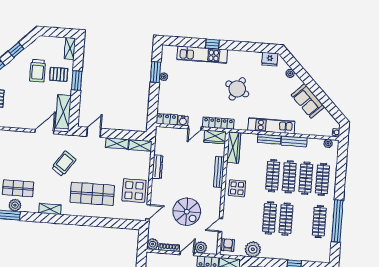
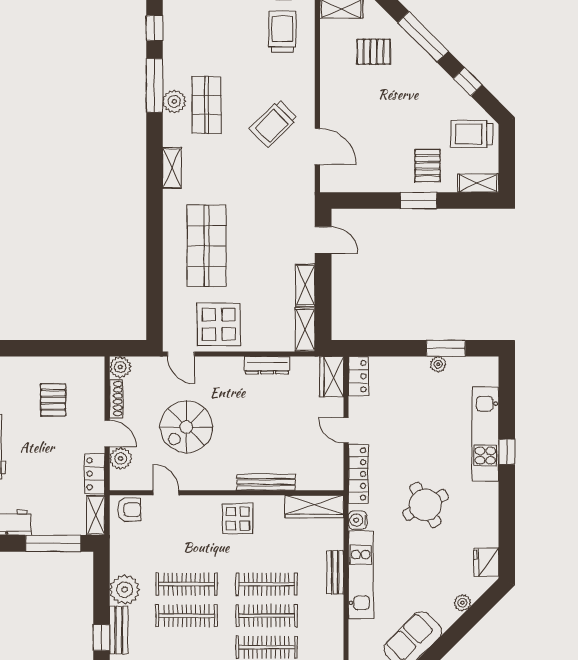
trolley: (38, 71) -> (472, 134), moved
round table: (237, 89) -> (425, 505), turned 34
shelving: (63, 112) -> (358, 179), removed
water cooler: (183, 121) -> (358, 520), moved
wardrobe: (215, 137) -> (332, 377), moved
bench: (294, 141) -> (119, 630), moved
trolley: (64, 164) -> (274, 124), moved, turned 100
plant: (253, 249) -> (125, 590), moved

